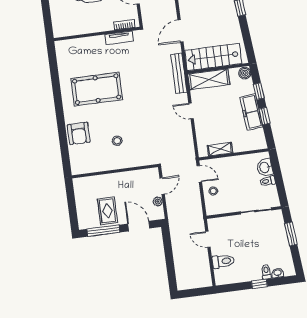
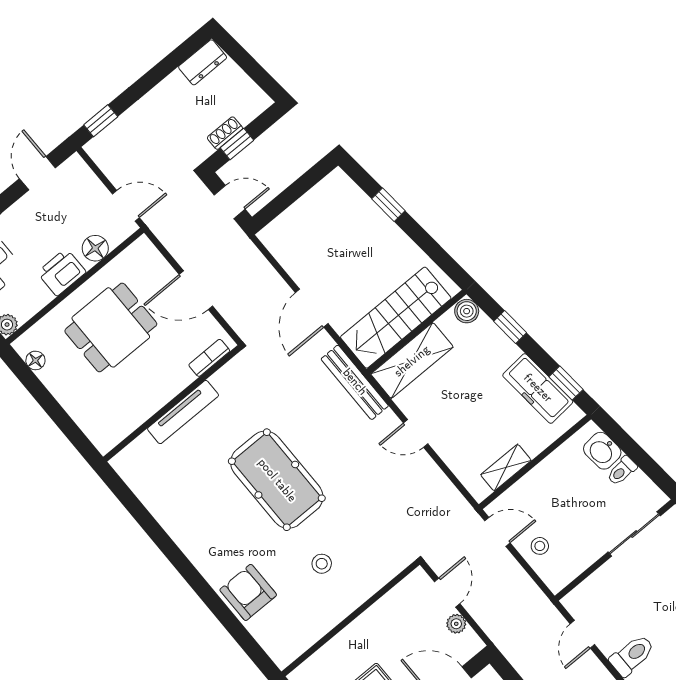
tv unit: (119, 38) -> (183, 412), moved, width x1.41
pool table: (97, 89) -> (277, 480), moved, turned 90
freezer: (251, 112) -> (538, 388), moved
window: (264, 116) -> (566, 383), moved
armchair: (79, 133) -> (248, 592), turned 180
door: (208, 239) -> (582, 634), hinge flipped

